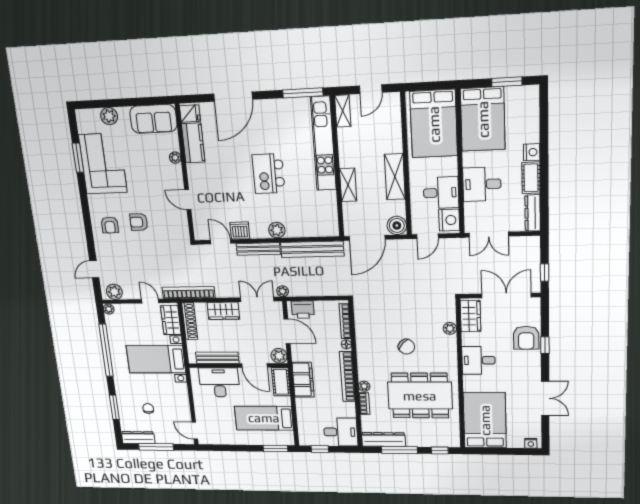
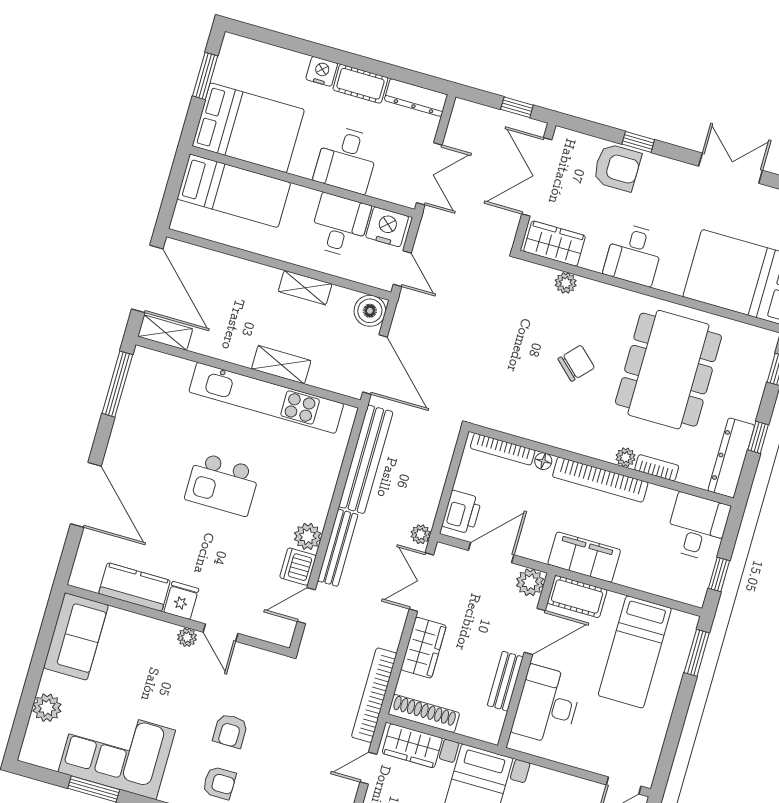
door: (371, 89) -> (147, 279), width x1.88
fridge: (190, 113) -> (181, 600), moved
bed: (434, 124) -> (234, 191), width x0.67
kitchen unit: (323, 144) -> (266, 398), moved
plant: (175, 158) -> (187, 637), moved
shelving: (395, 177) -> (305, 288), width x0.67, depth x0.75
door: (188, 200) -> (220, 633), hinge flipped
plant: (277, 230) -> (308, 536), moved
bench: (217, 358) -> (505, 681), width x0.73
window: (399, 450) -> (758, 437), width x0.46

